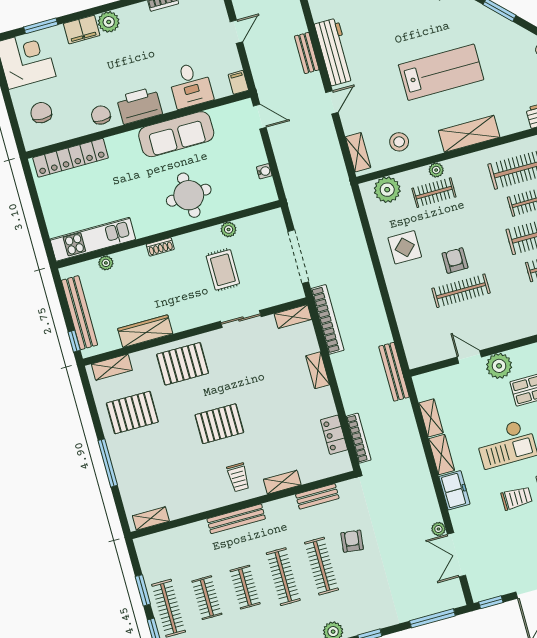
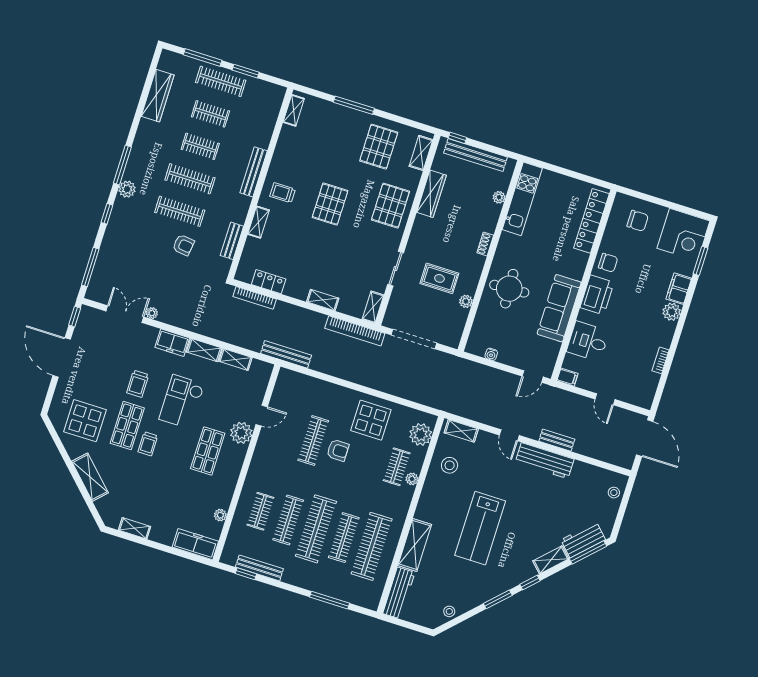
shelving: (469, 134) -> (415, 545), moved
display table: (405, 247) -> (371, 420), width x1.36, depth x1.36

